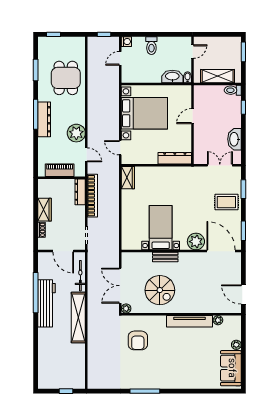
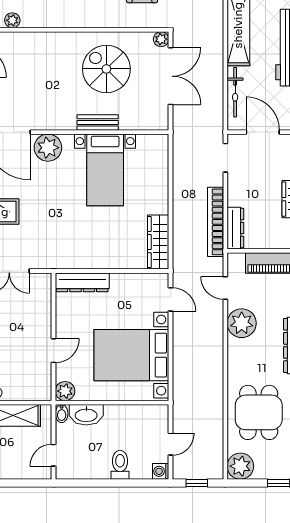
plant: (77, 45) -> (240, 466), added
plant: (185, 91) -> (65, 391), added
wardrobe: (128, 178) -> (158, 242), width x1.50
tv unit: (189, 321) -> (58, 18), removed

